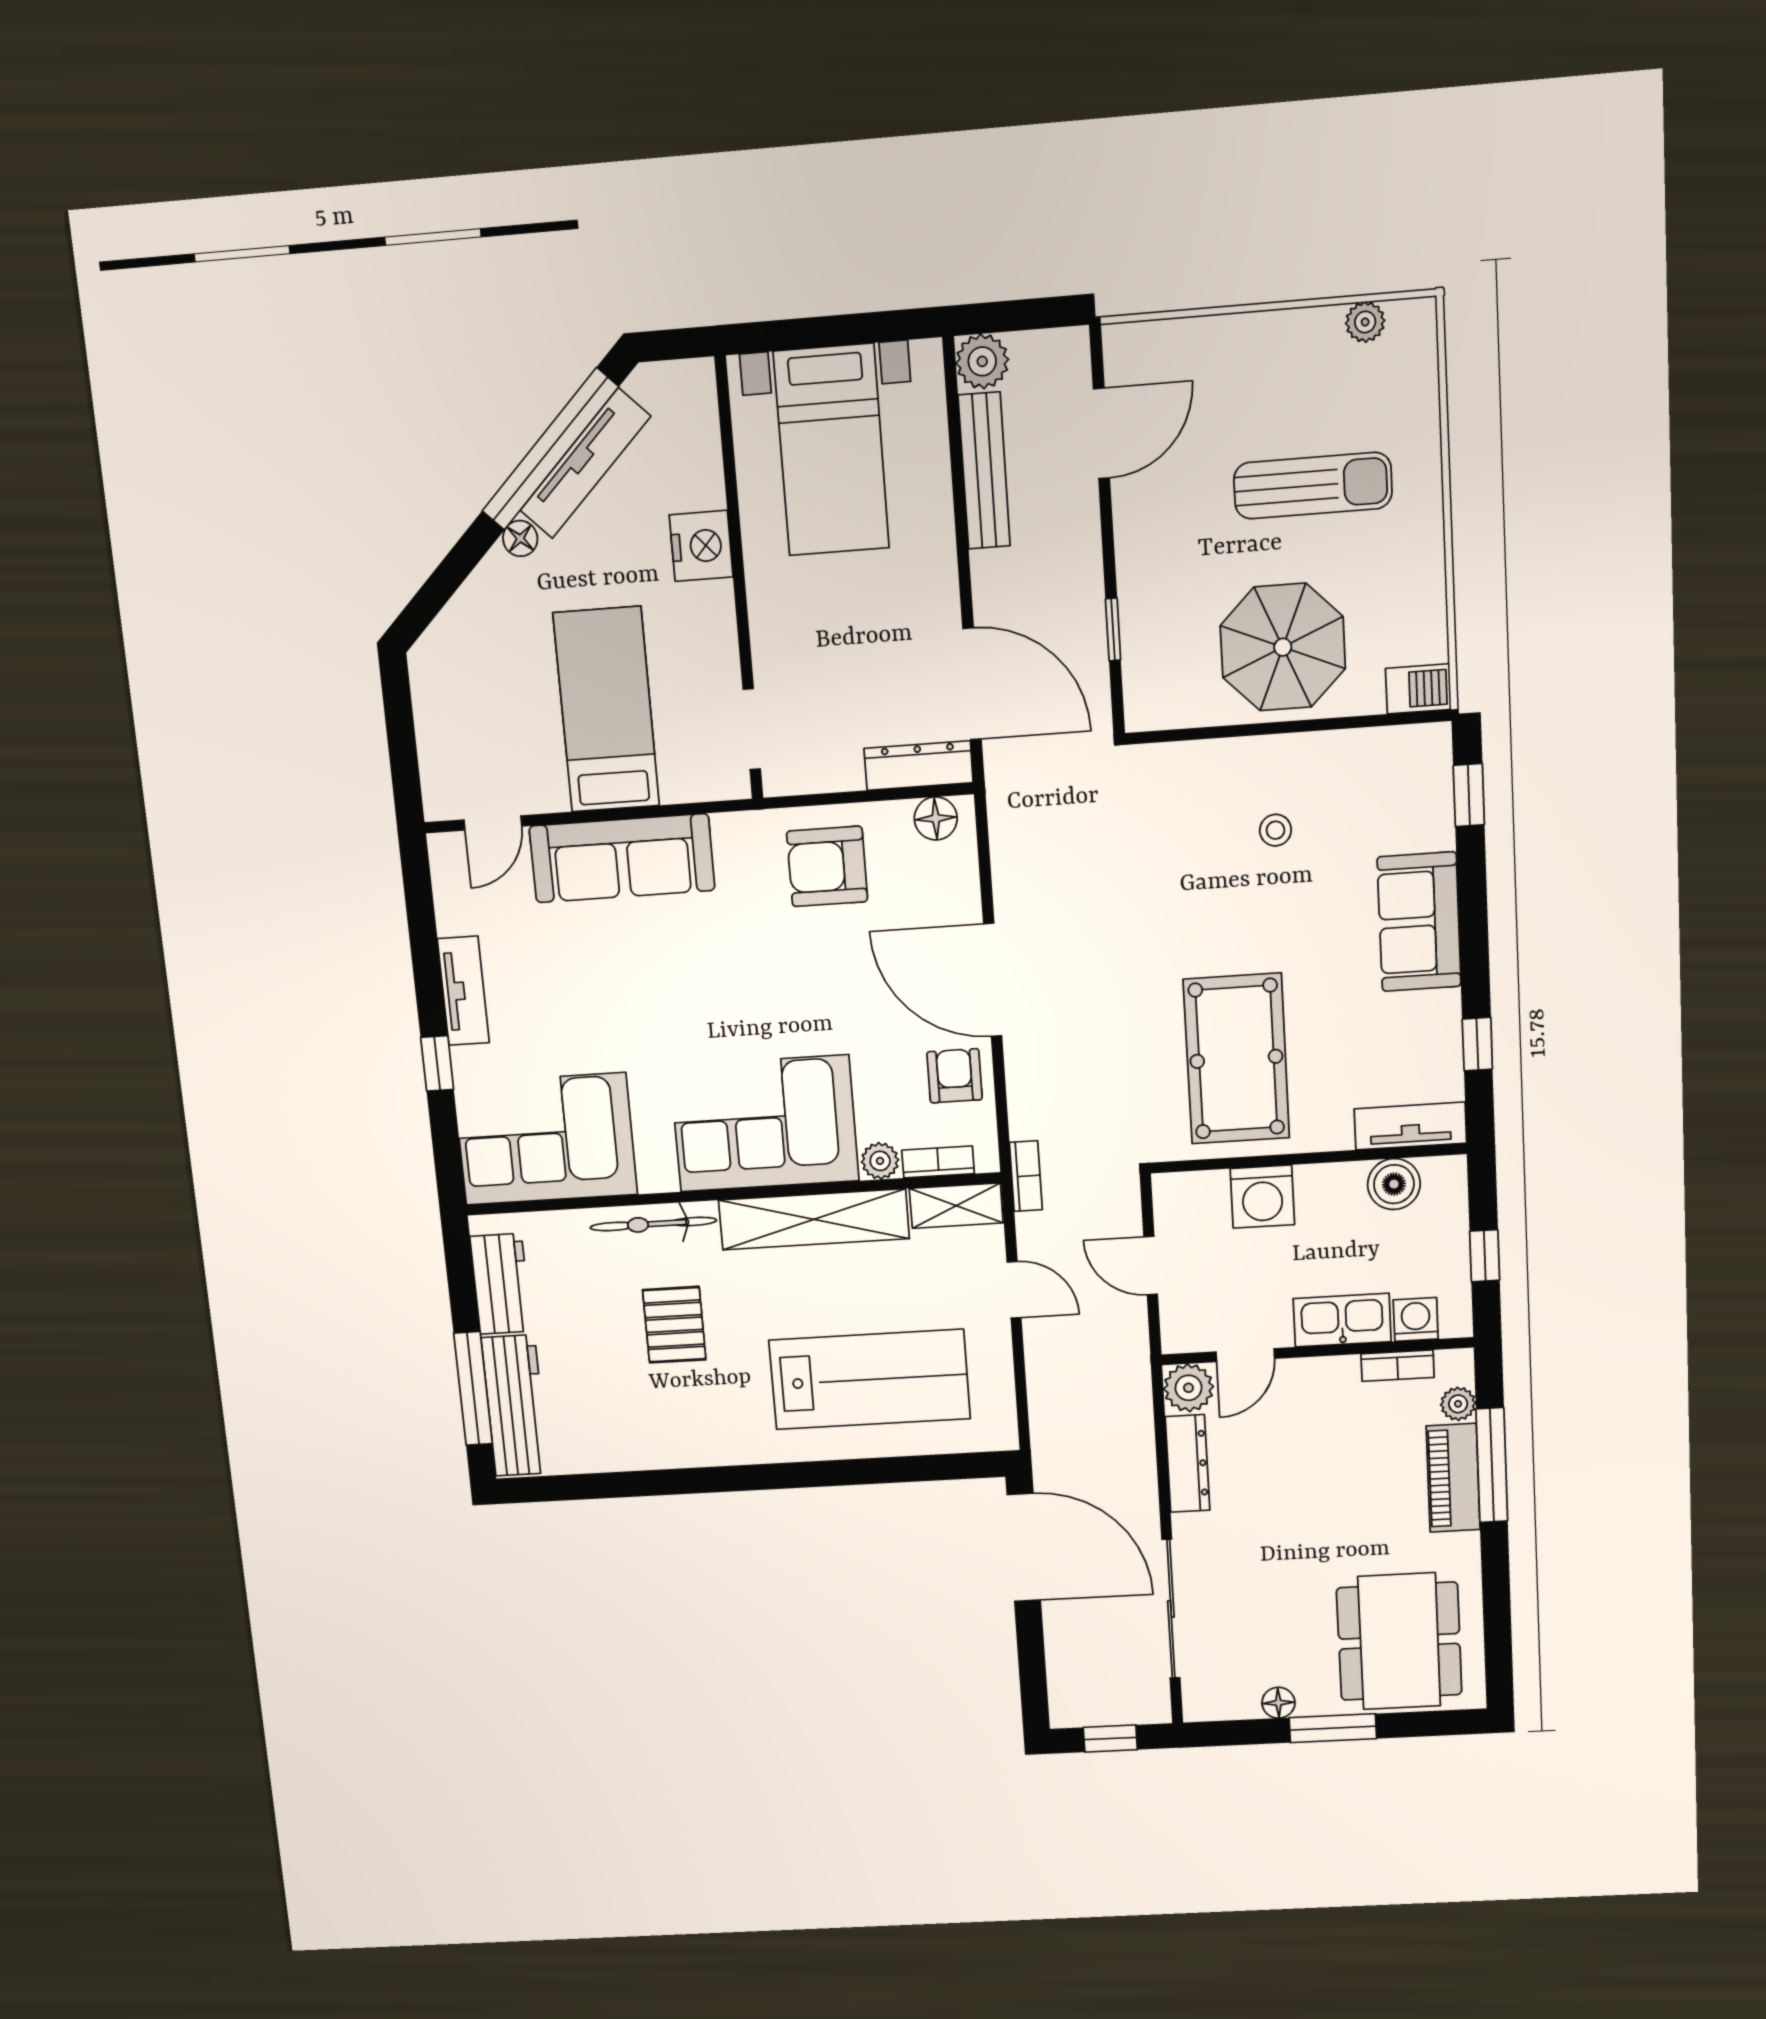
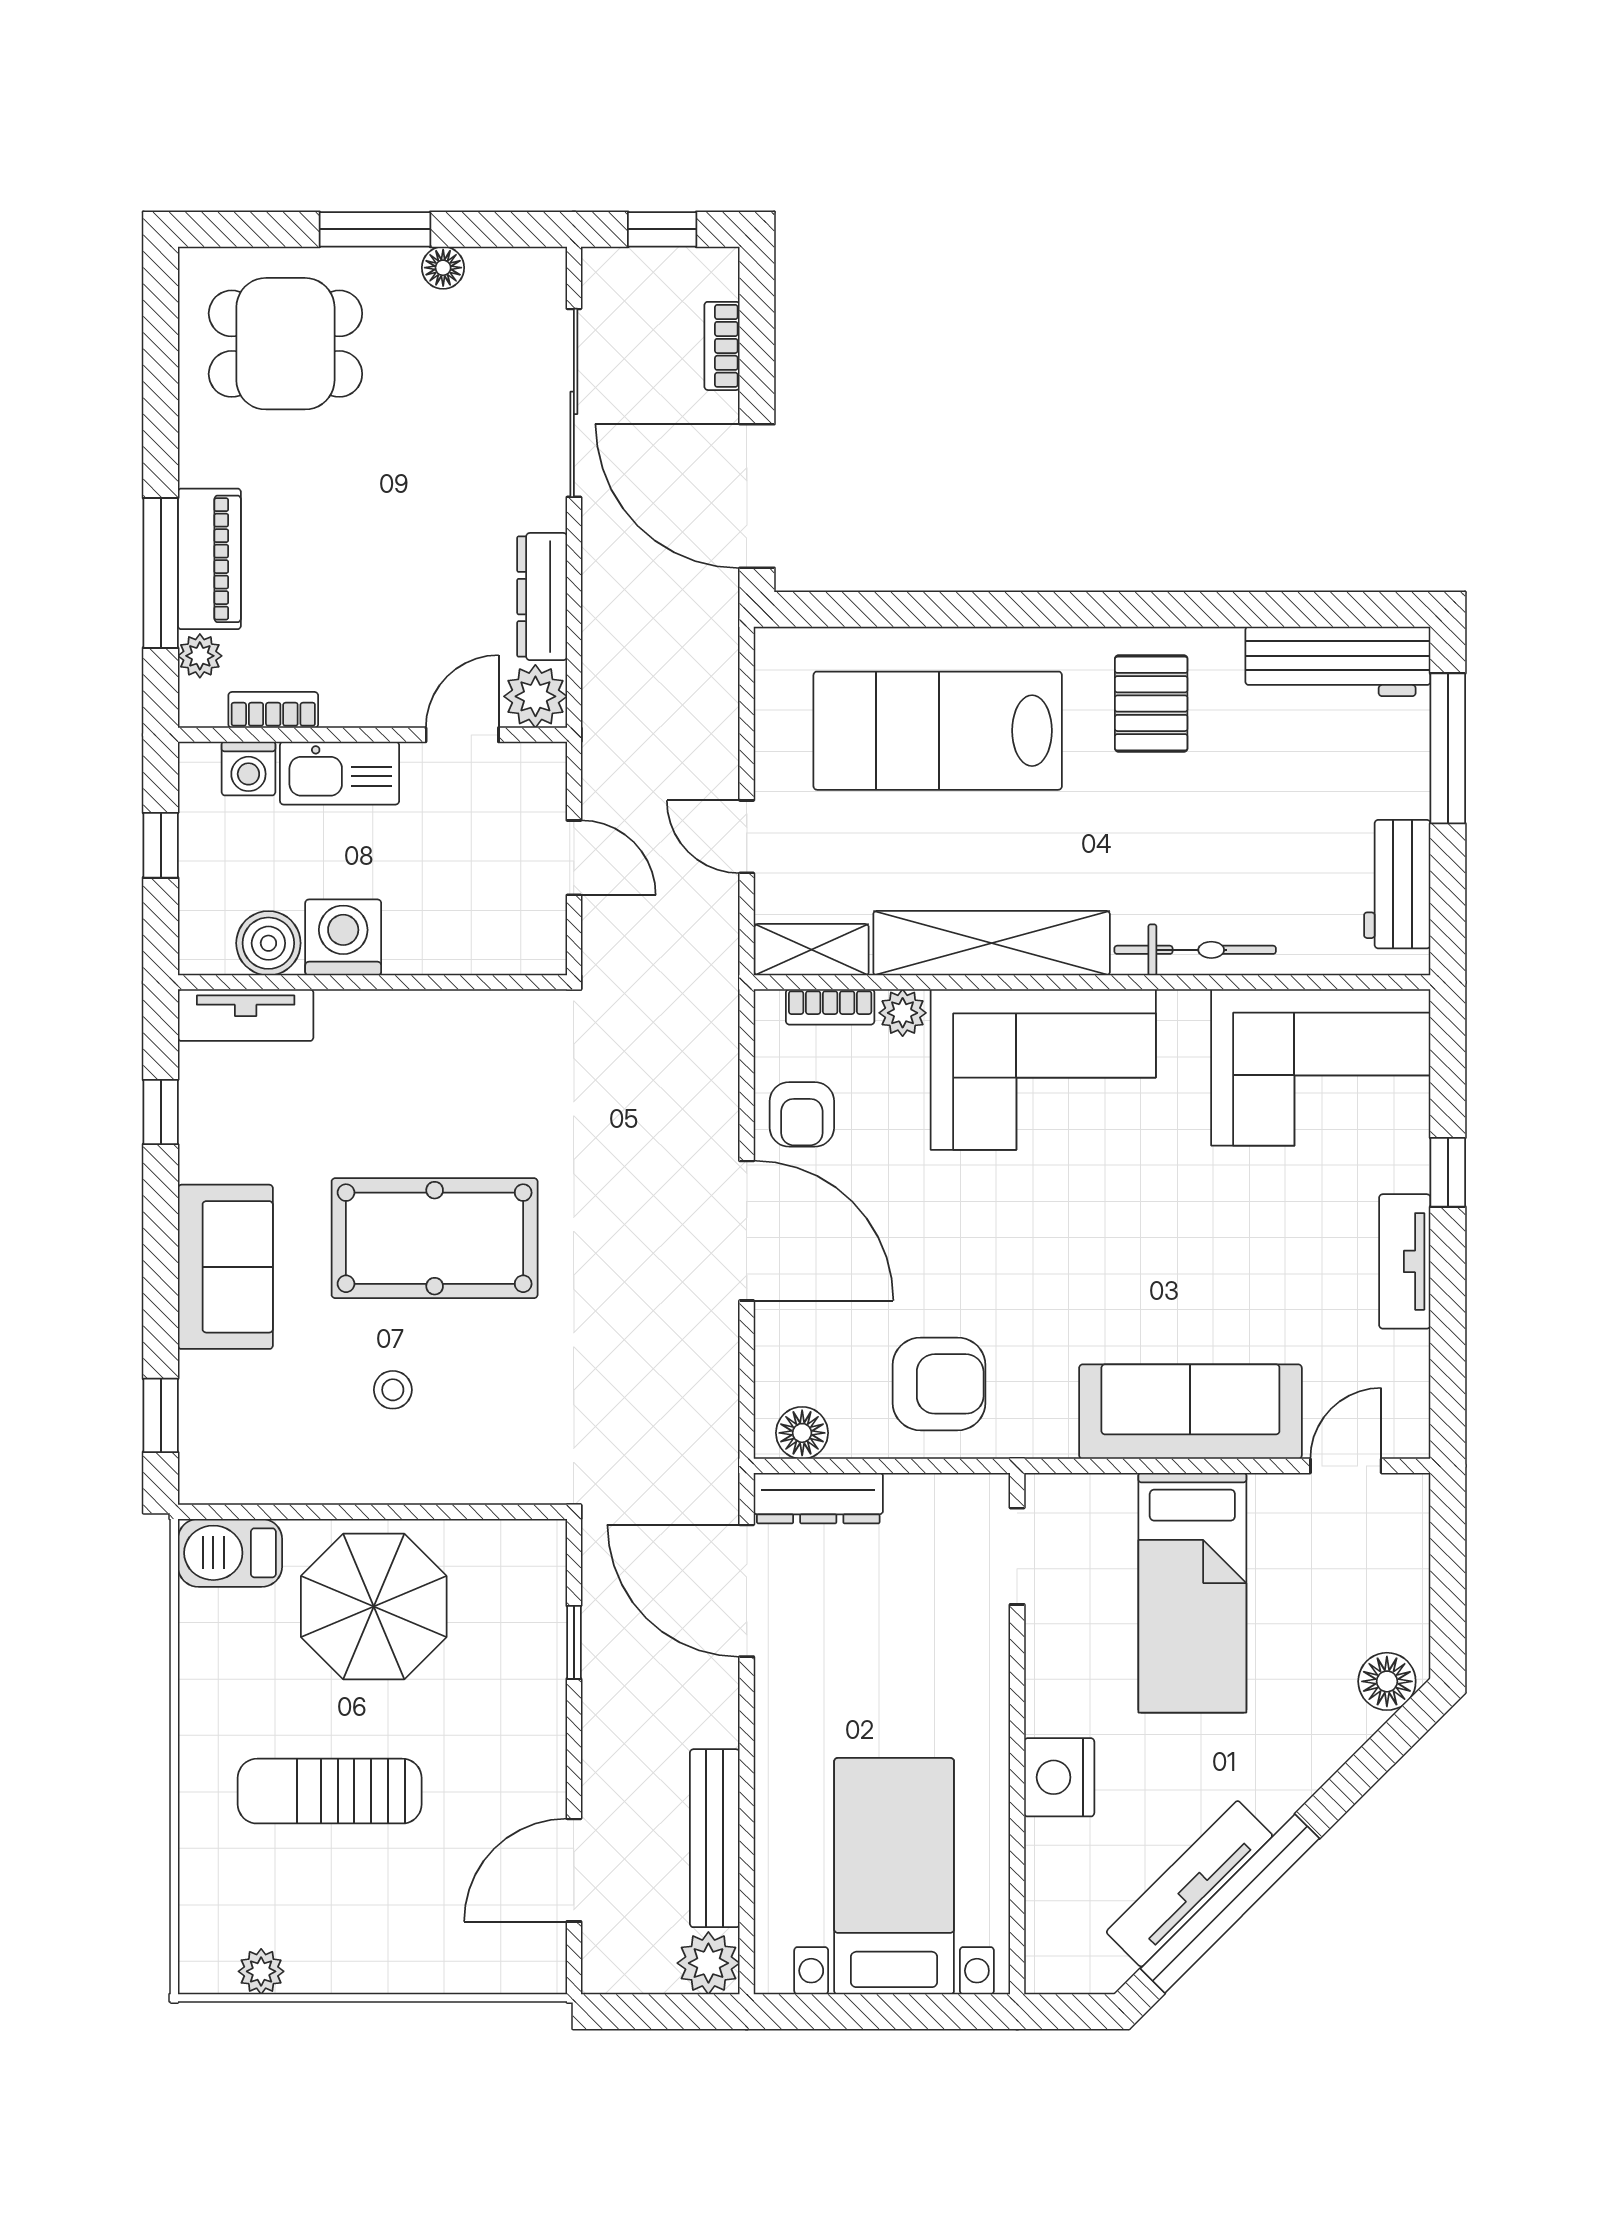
floor lamp: (520, 538) -> (1387, 1681), moved, width x1.37, depth x1.37
barbecue: (1418, 689) -> (230, 1553), width x1.38, depth x1.27
pool table: (1236, 1059) -> (435, 1238), moved, turned 90
bookcase: (1026, 1176) -> (722, 346), moved
washing machine: (1262, 1197) -> (343, 937), moved
pallet: (674, 1325) -> (1151, 704), moved
workbench: (515, 1406) -> (1338, 661), moved, turned -90
dining table: (1399, 1641) -> (285, 344), width x0.73

